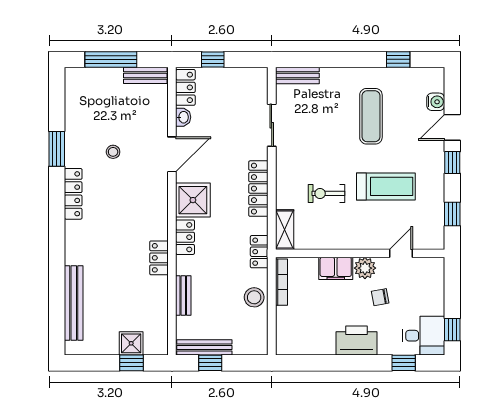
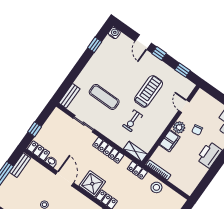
water cooler: (436, 102) -> (114, 33), moved
exercise mat: (371, 116) -> (104, 97), moved

